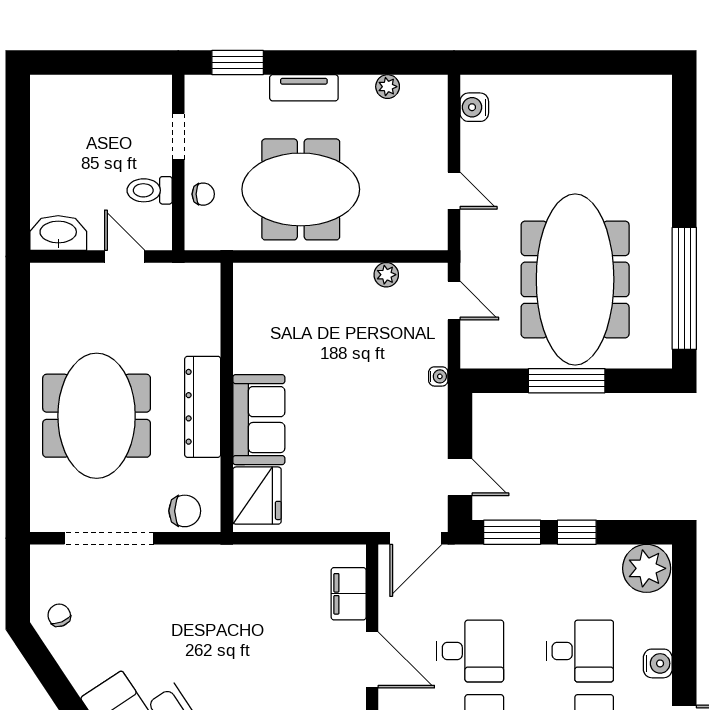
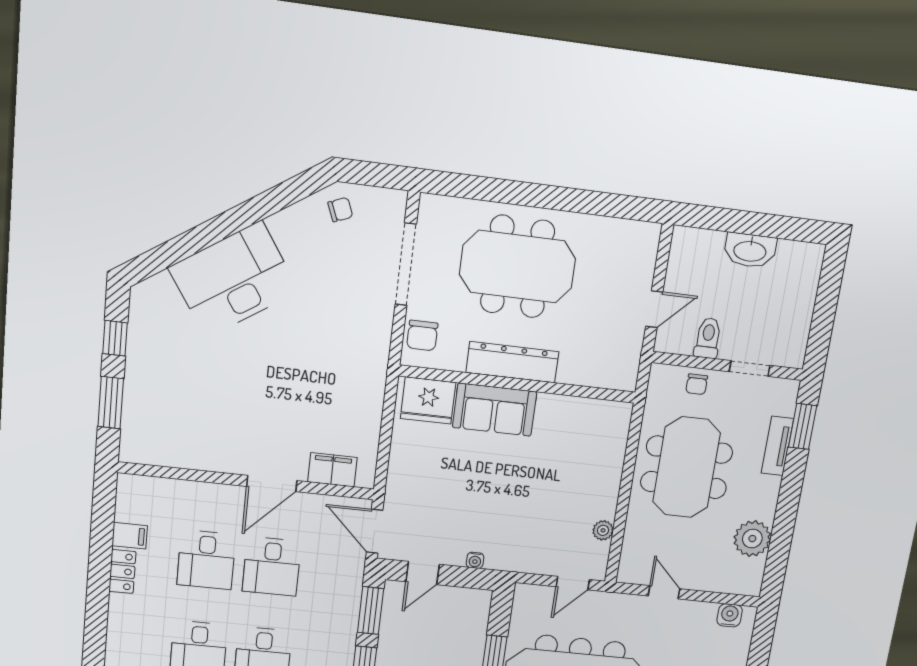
plant: (388, 87) -> (752, 539), width x1.88, depth x1.88
tv unit: (304, 88) -> (777, 446), moved
door: (454, 191) -> (664, 592), swing flipped
washbasin: (58, 233) -> (750, 250), moved, turned 90
water cooler: (438, 376) -> (475, 560), moved

